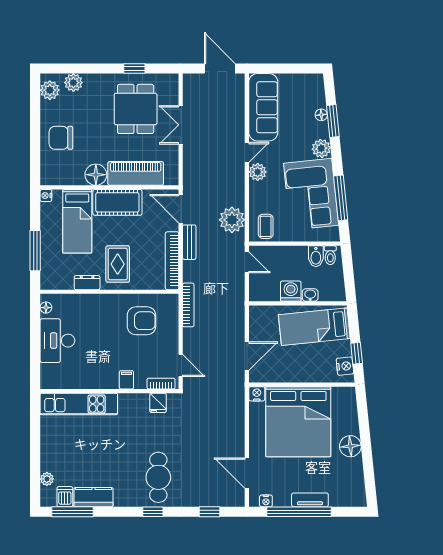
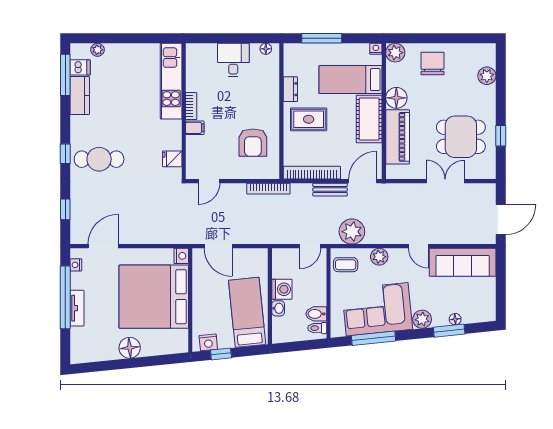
plant: (50, 90) -> (395, 53), moved
plant: (258, 172) -> (379, 257), moved
desk: (57, 341) -> (233, 60), width x0.73
bookcase: (161, 384) -> (191, 106), moved

